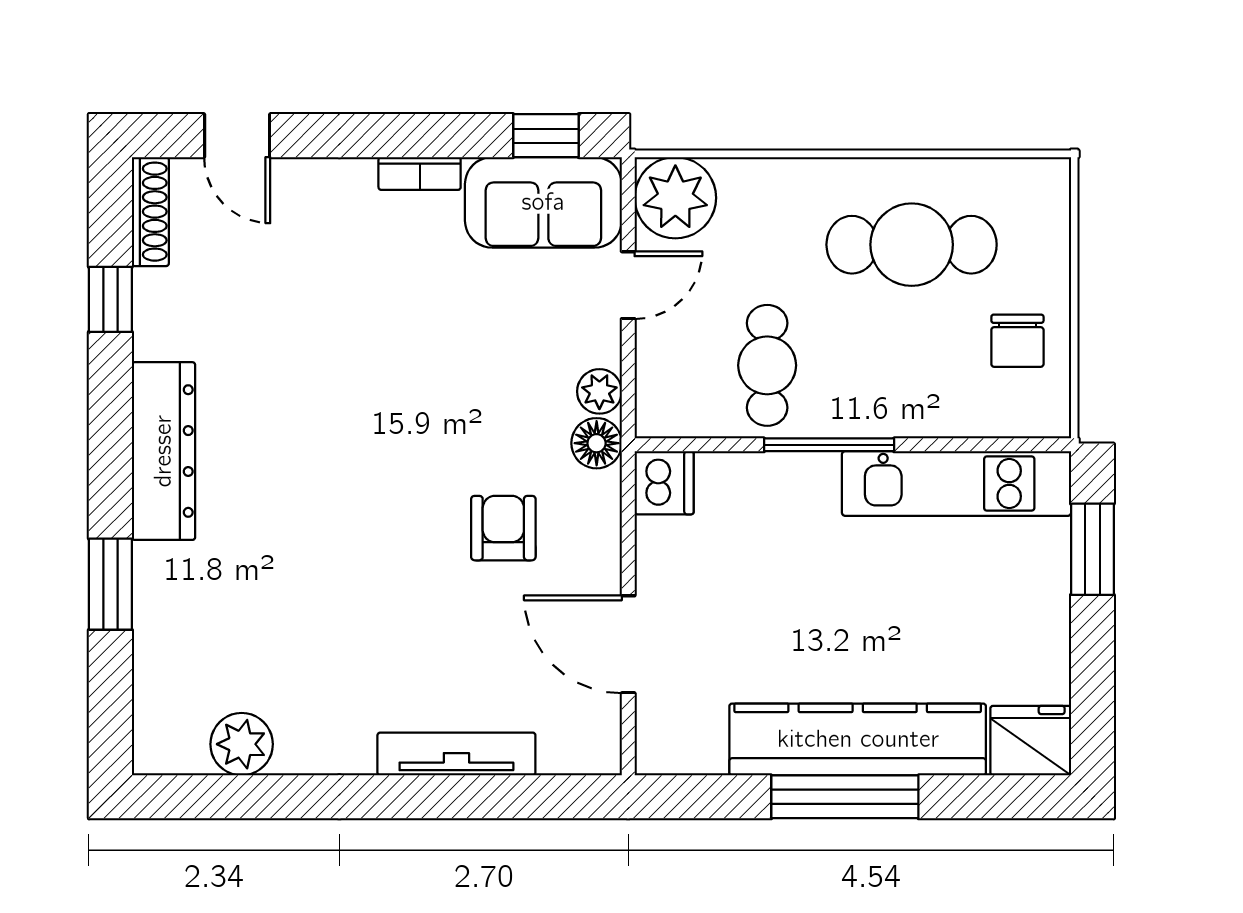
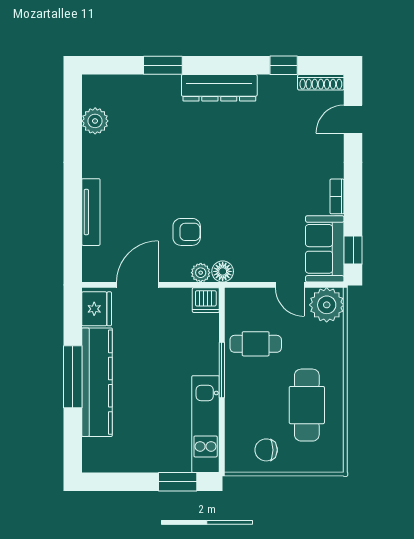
plant: (599, 391) -> (201, 273), moved
fridge: (1031, 741) -> (97, 309), moved

